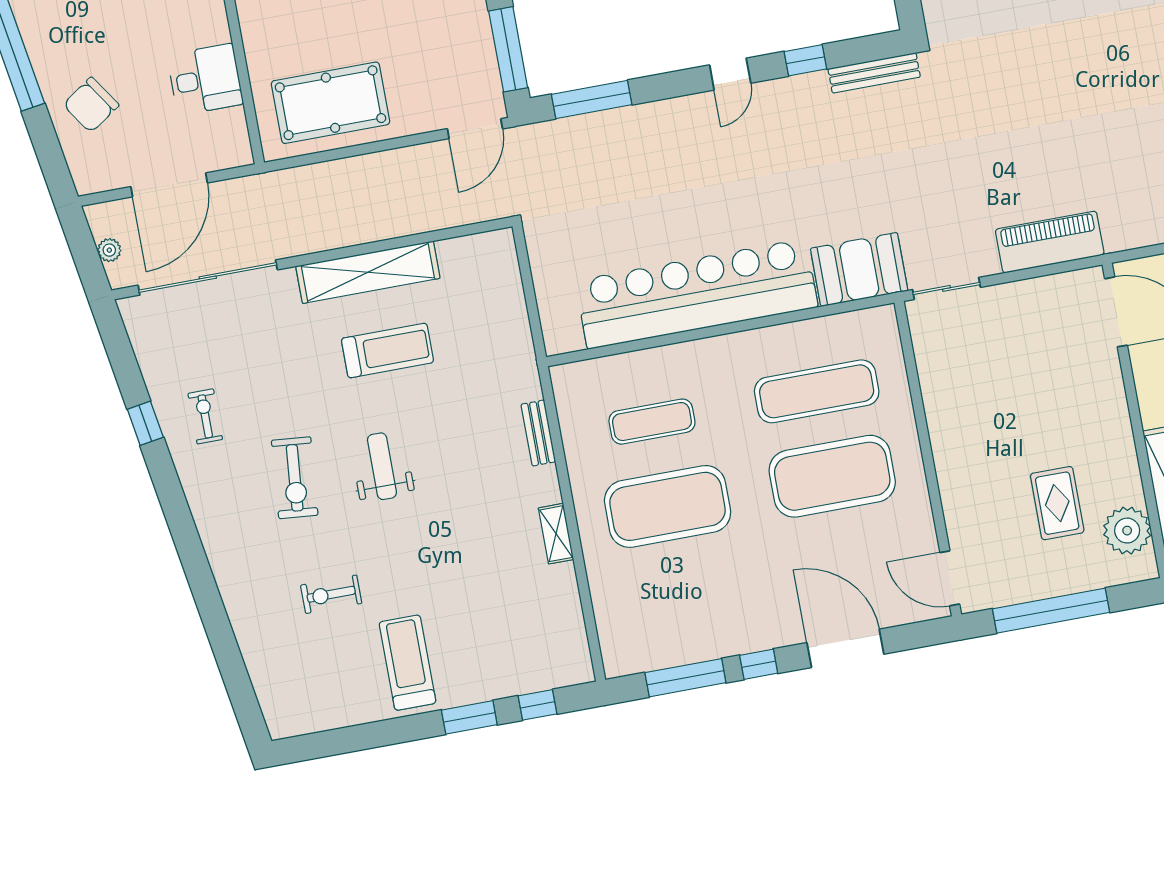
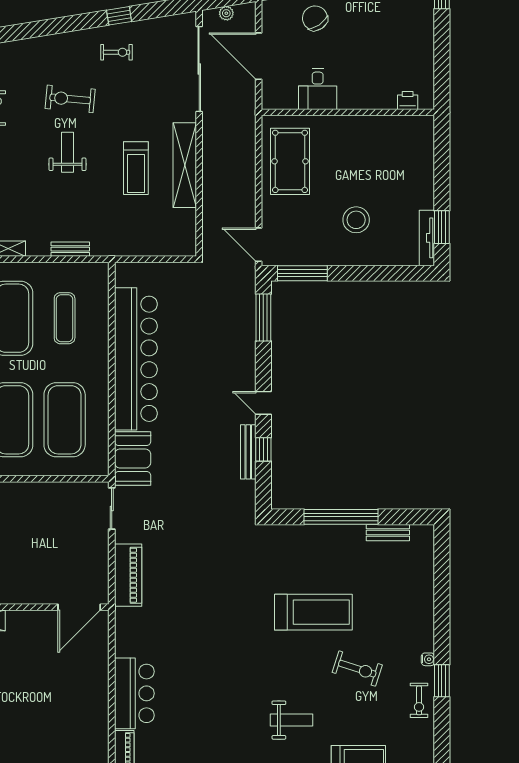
bench: (874, 73) -> (248, 452), moved
exercise mat: (817, 391) -> (65, 420), width x1.47
weight bench: (382, 466) -> (67, 152), turned -90

